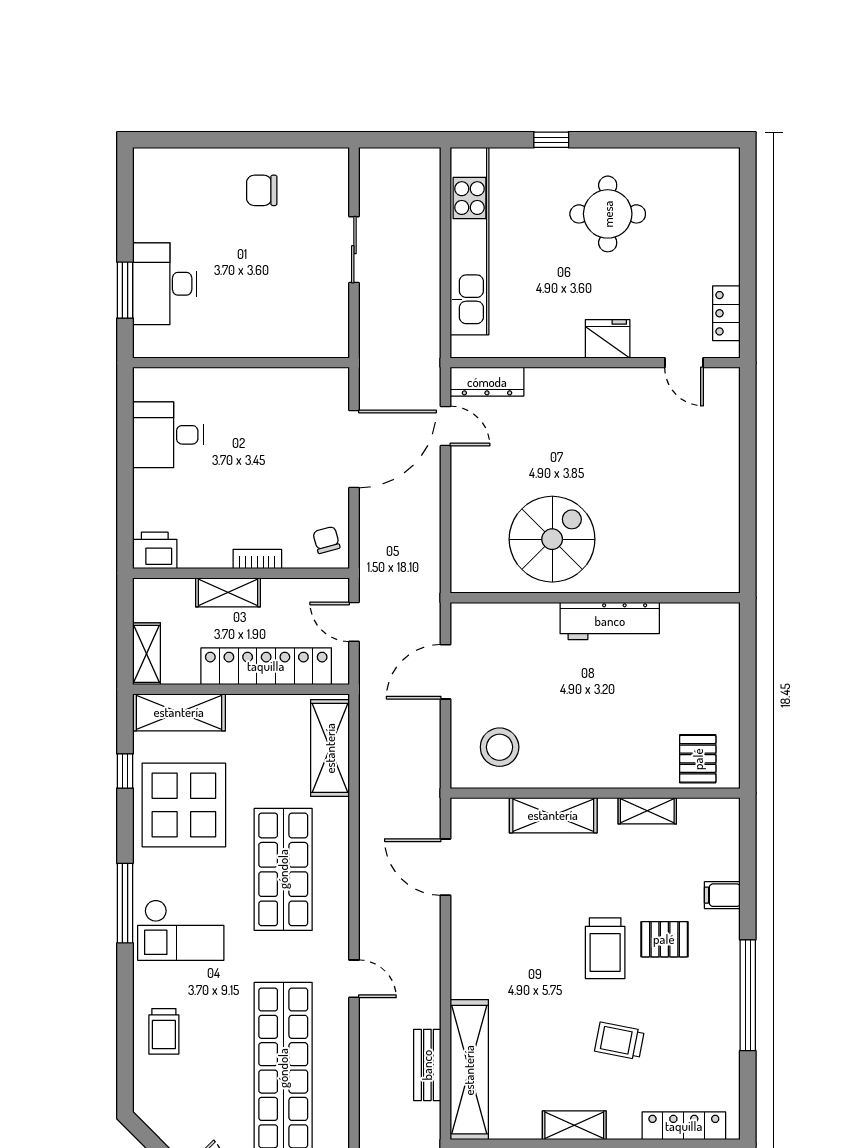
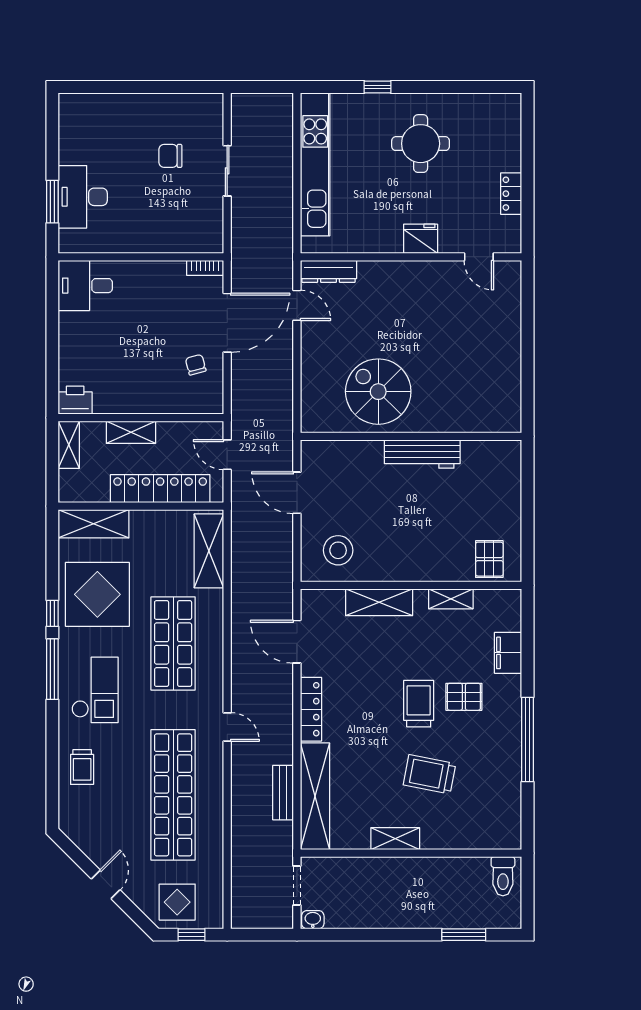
chair: (262, 190) -> (170, 156), moved
locker: (726, 313) -> (511, 194), moved
desk: (168, 435) -> (85, 286), moved
spiral stairs: (552, 539) -> (378, 392), turned -90
chair: (326, 540) -> (196, 365), moved
bookcase: (257, 559) -> (205, 268), moved, turned 180
shelving: (147, 654) -> (69, 445), moved
door: (446, 672) -> (297, 493), hinge flipped
window: (125, 771) -> (52, 613), moved
filing cabinet: (722, 895) -> (508, 653), width x2.00
checkout: (181, 930) -> (95, 690), turned -90
trolley: (605, 948) -> (419, 704), turned 180
trolley: (619, 1041) -> (430, 774), width x1.36, depth x1.39
locker: (684, 1126) -> (311, 709), moved, turned 90

